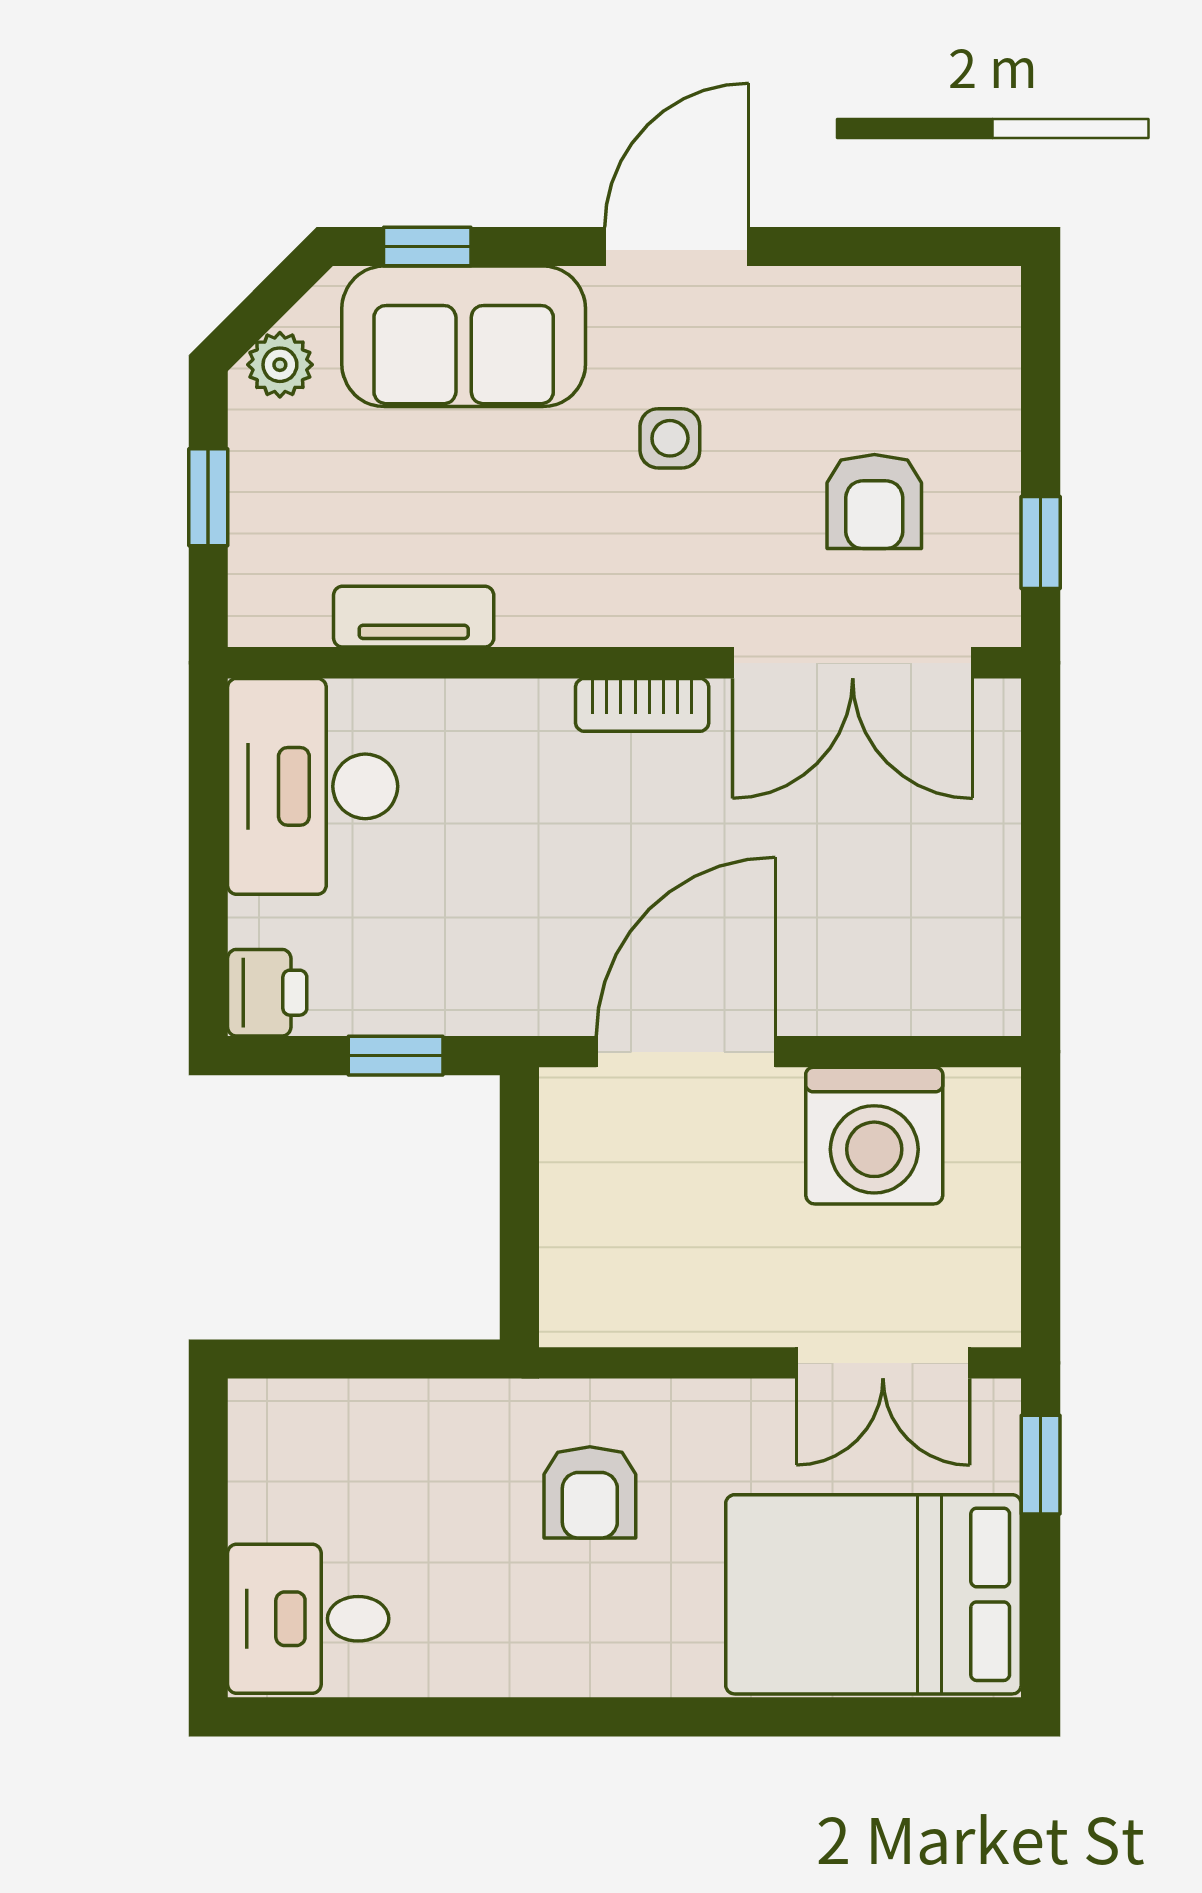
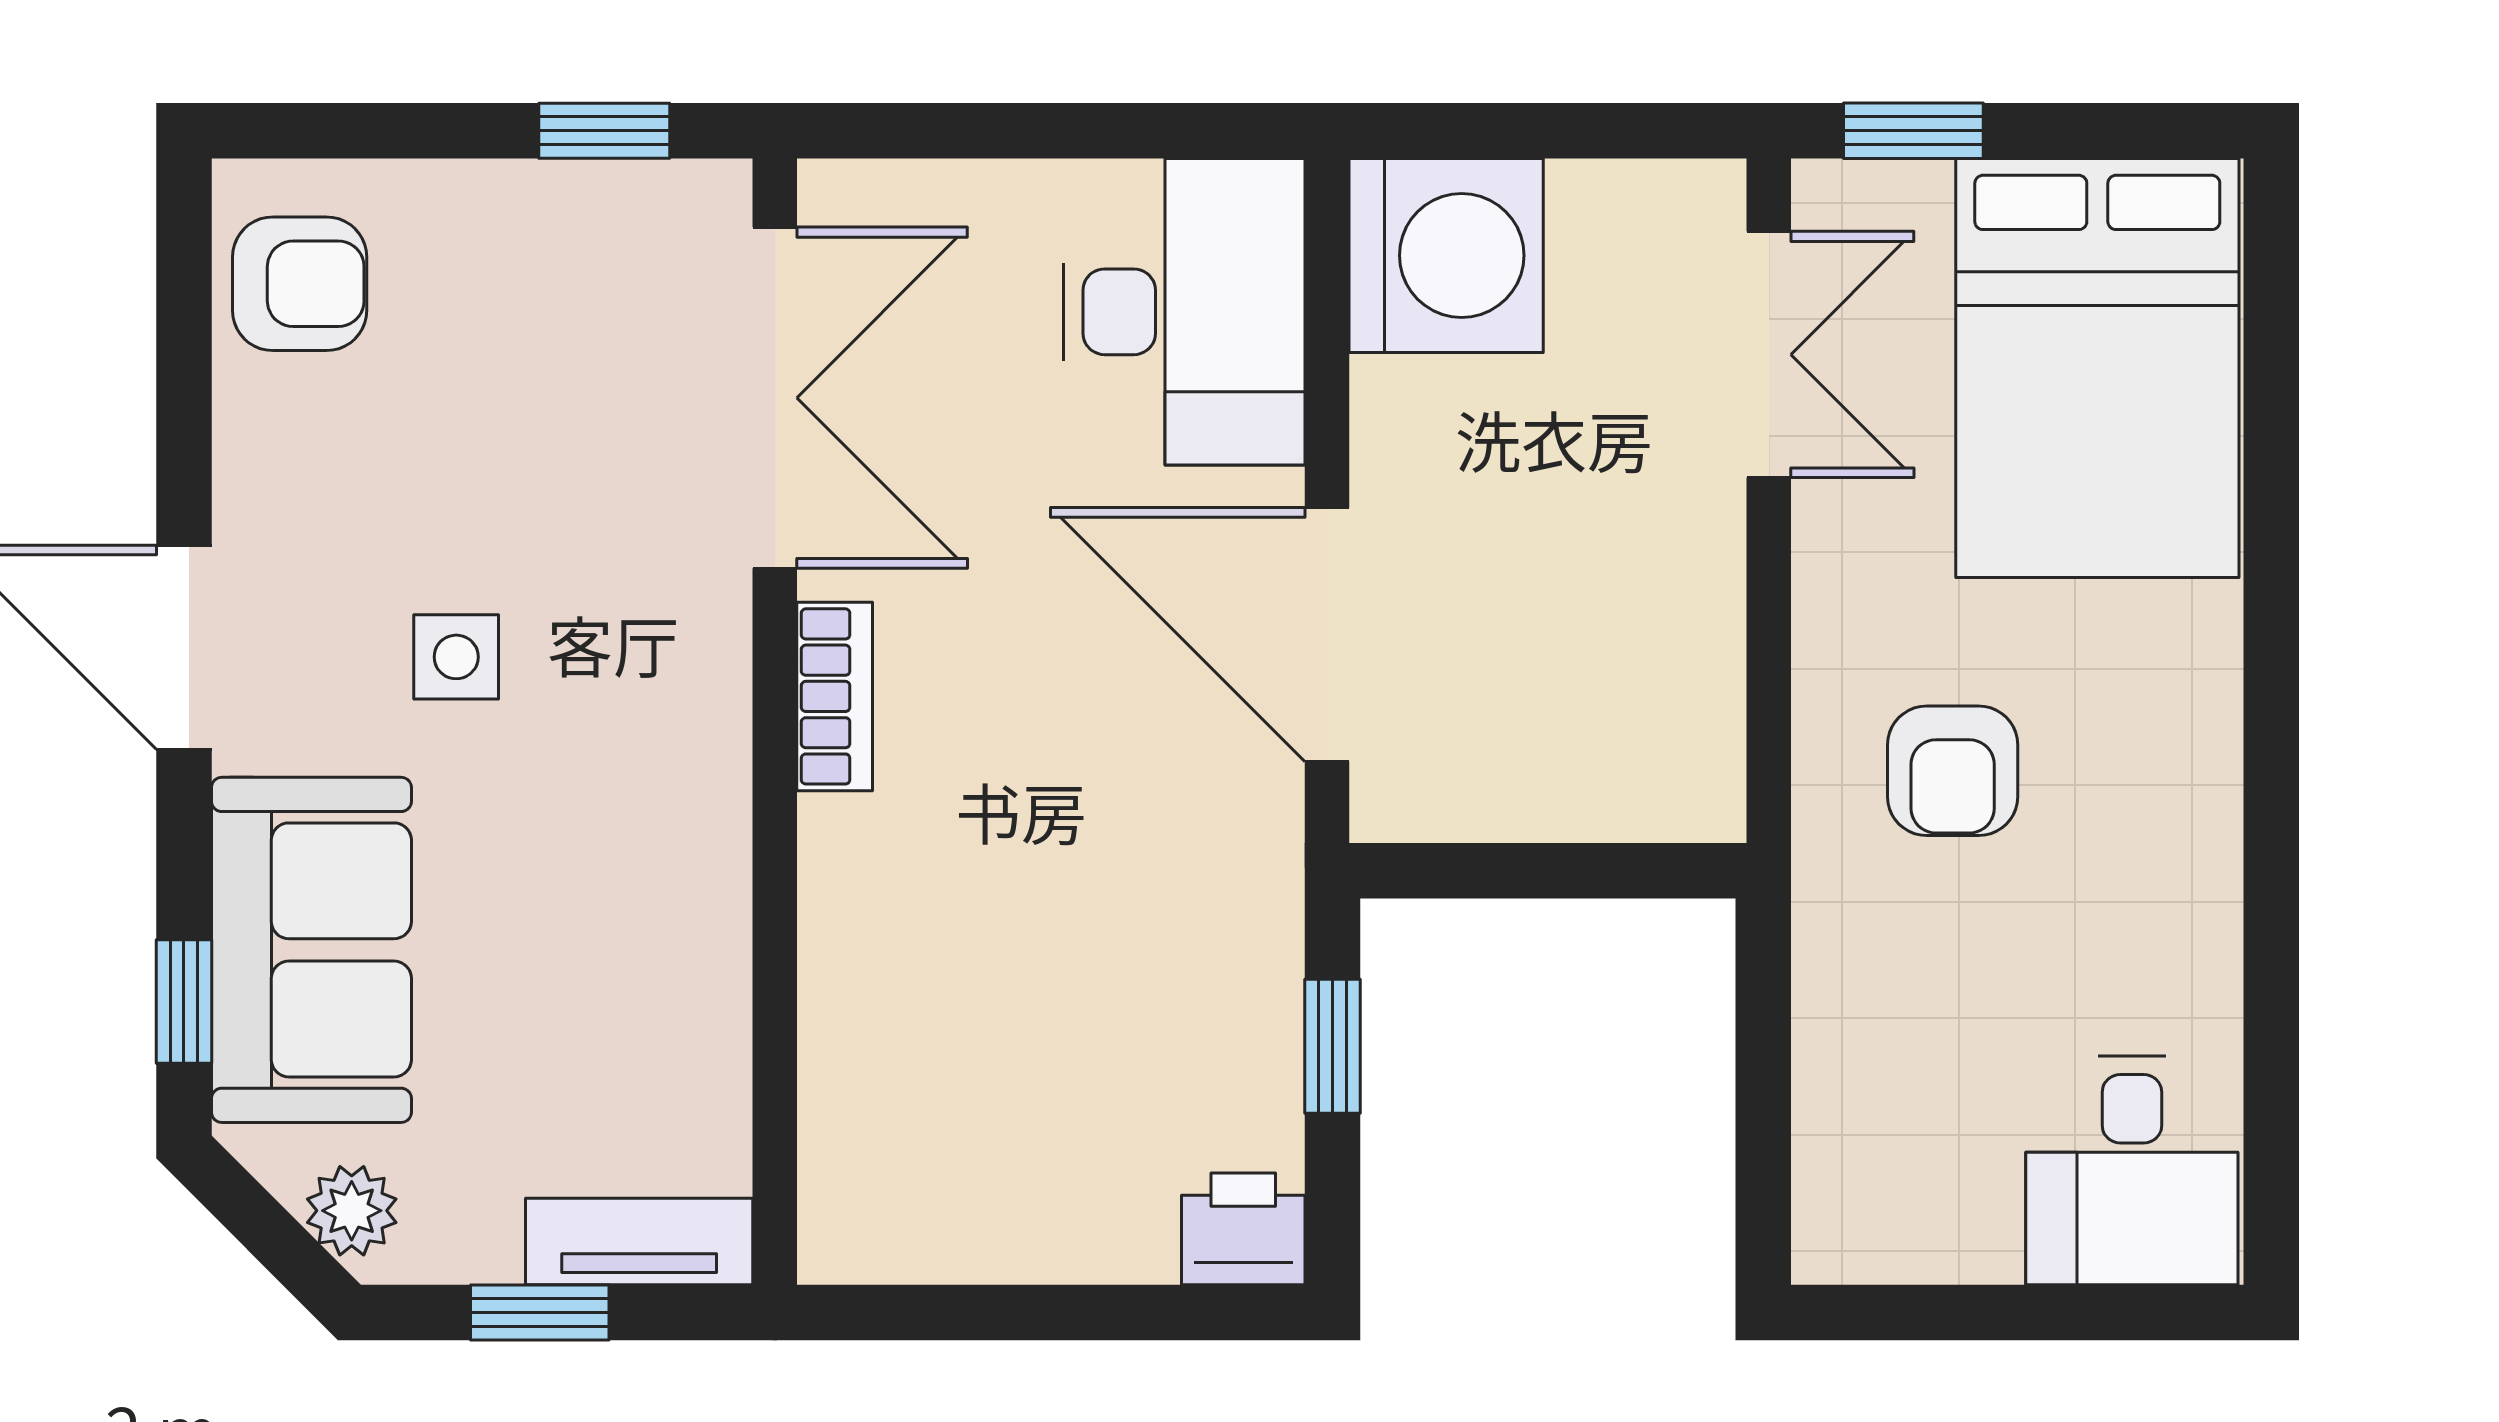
armchair: (874, 501) -> (300, 284), moved
tv unit: (414, 617) -> (639, 1241), moved, turned 90
desk: (313, 786) -> (1184, 312), moved, turned -90
washing machine: (874, 1136) -> (1446, 255), moved
armchair: (590, 1492) -> (1953, 771), turned 90

